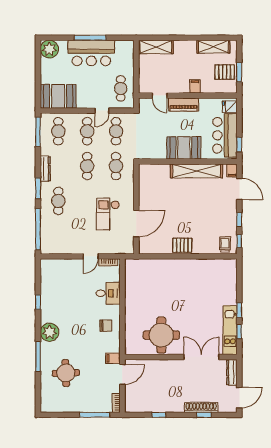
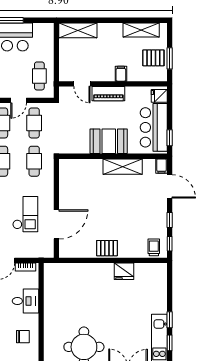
shelving: (197, 171) -> (123, 167), width x0.68
checkout: (108, 214) -> (25, 214), turned 180
fridge: (198, 266) -> (124, 271), added

